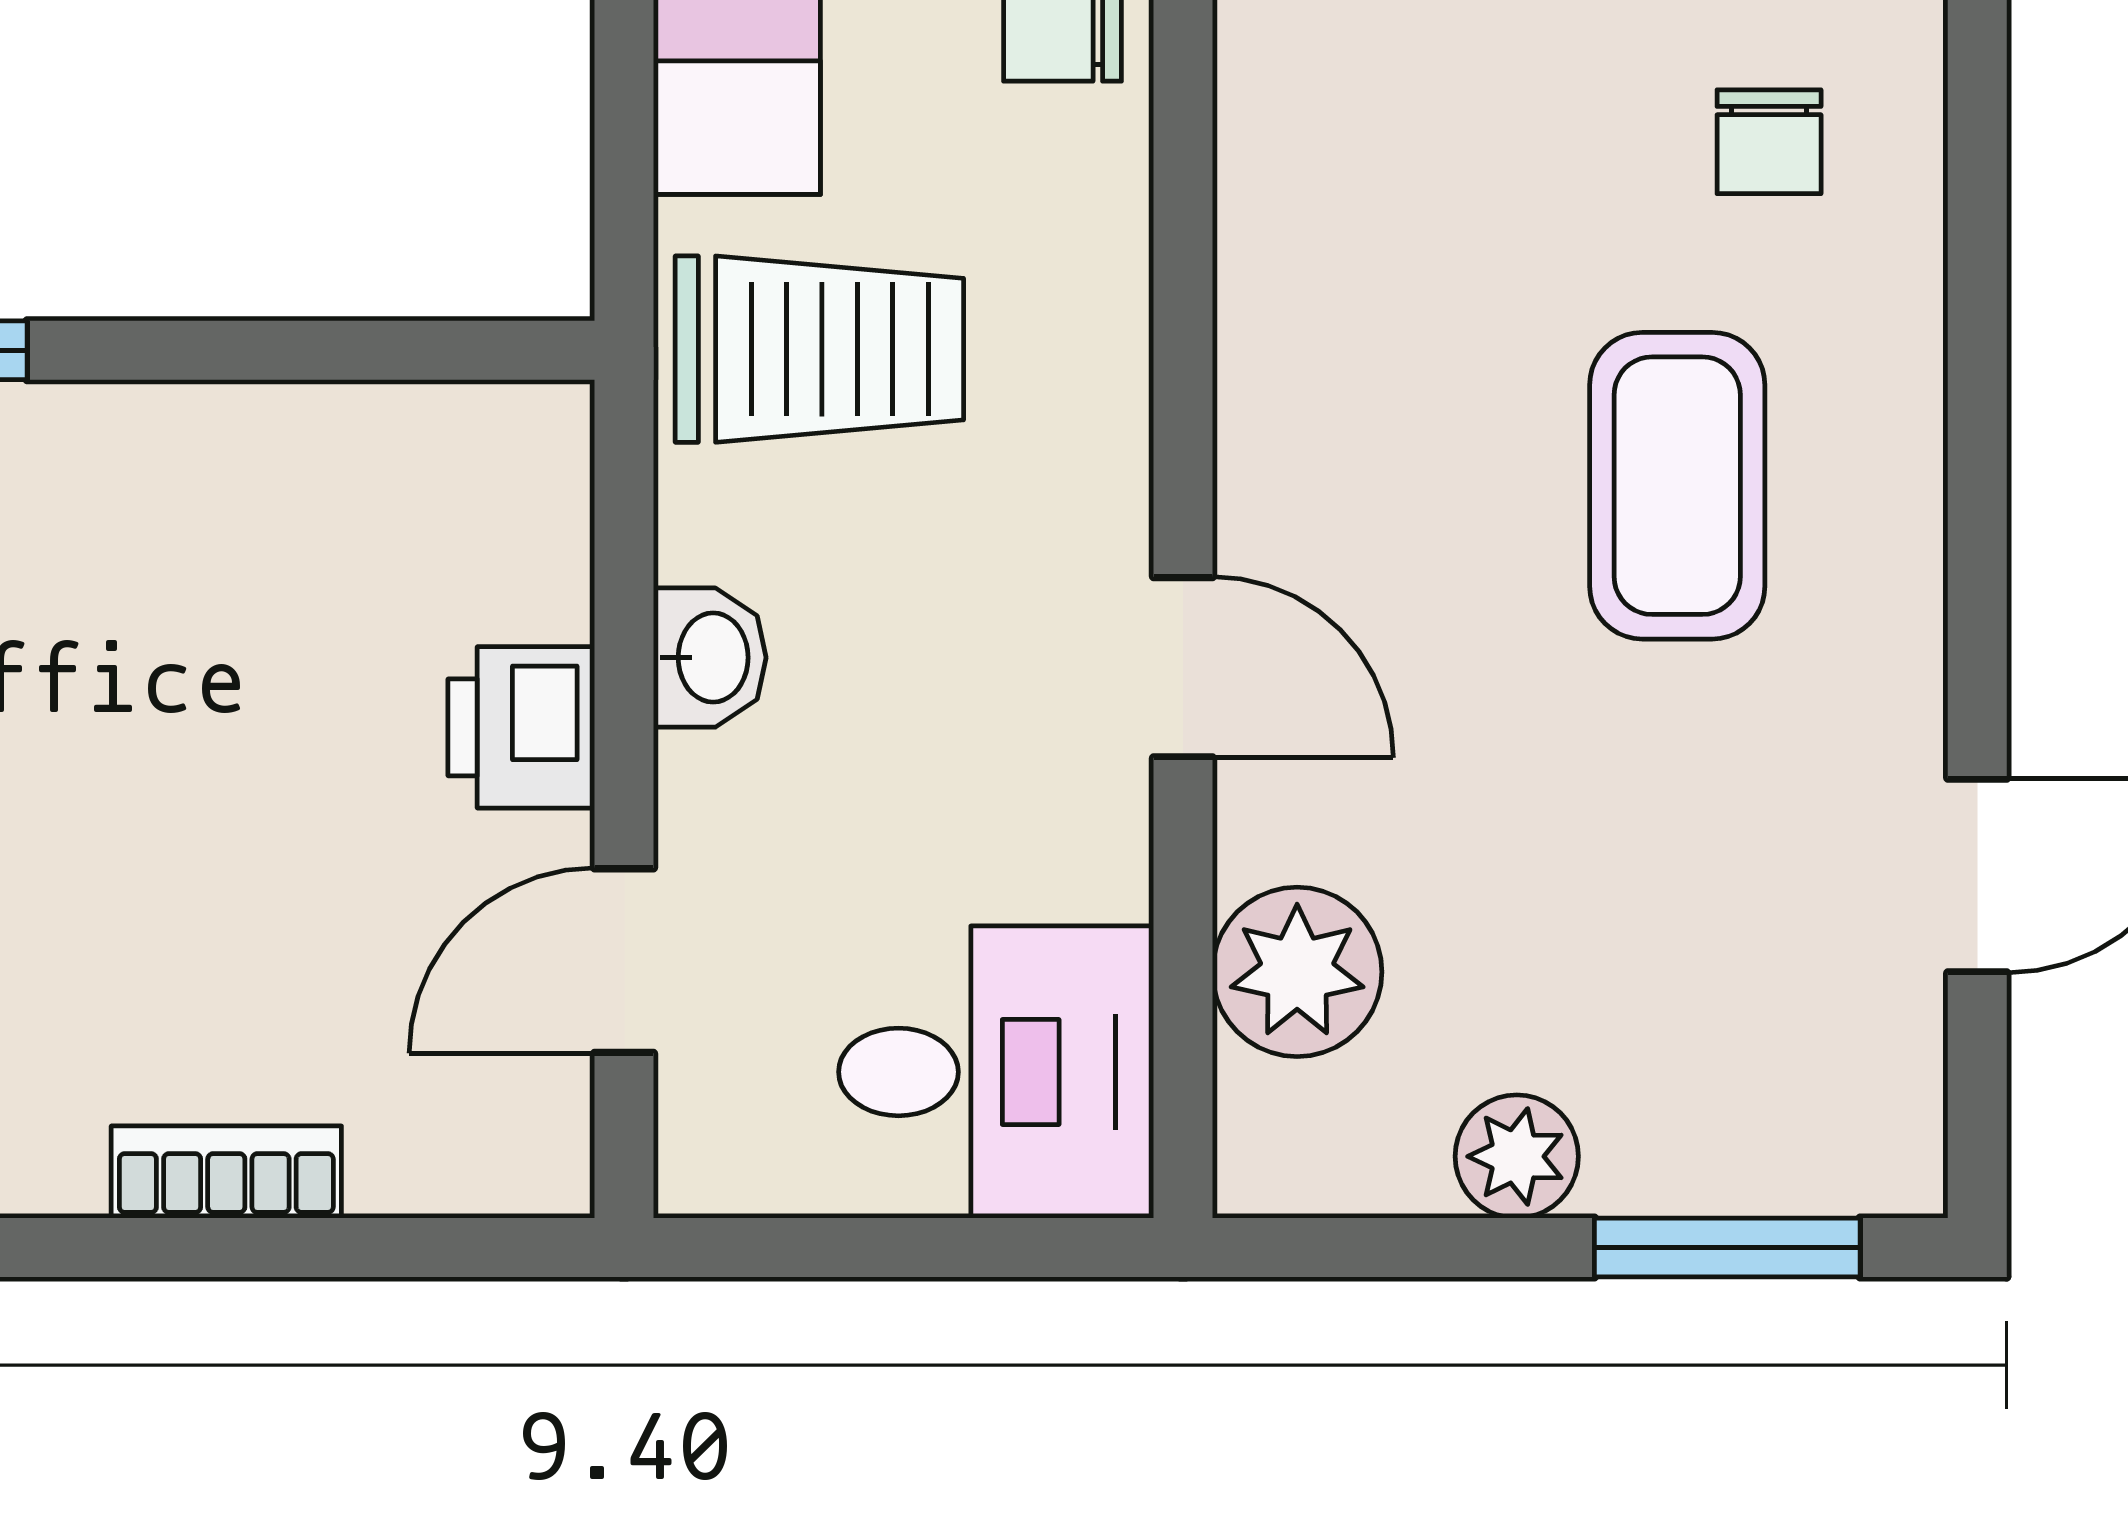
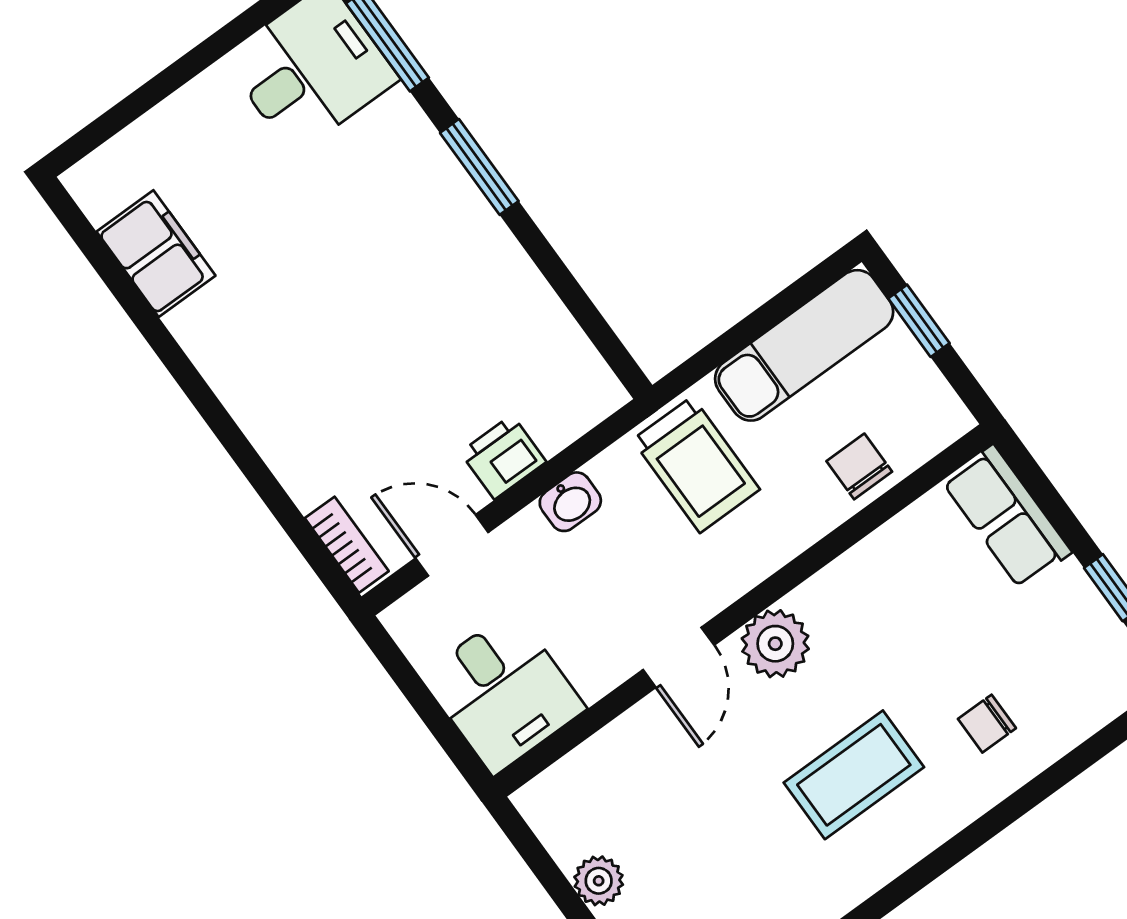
plant: (1297, 972) -> (775, 644), moved
bookcase: (226, 1172) -> (347, 545), moved

